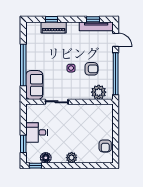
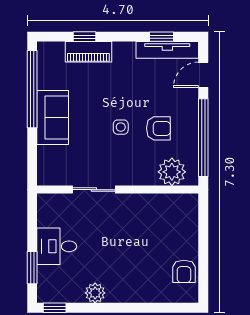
door: (116, 40) -> (203, 75), swing flipped
window: (23, 65) -> (32, 89), moved
sofa: (34, 85) -> (53, 117), moved
floor lamp: (46, 158) -> (74, 293), removed
plant: (72, 158) -> (95, 293), moved

